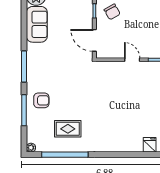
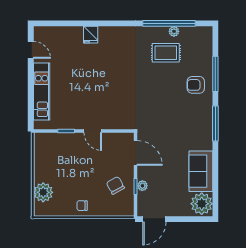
plant: (88, 12) -> (142, 186), added
fridge: (150, 145) -> (91, 35), moved
plant: (31, 148) -> (174, 31), moved

